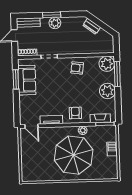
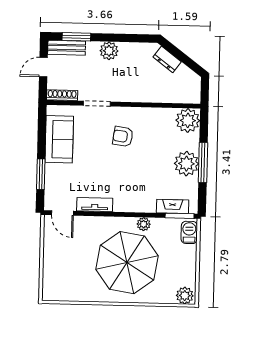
window: (52, 15) -> (76, 37), moved
armchair: (77, 68) -> (123, 136), moved
window: (117, 74) -> (203, 163), moved
window: (16, 79) -> (41, 174), moved
armchair: (75, 113) -> (133, 196), removed
barbecue: (112, 149) -> (189, 232), moved
plant: (111, 174) -> (185, 296), added

